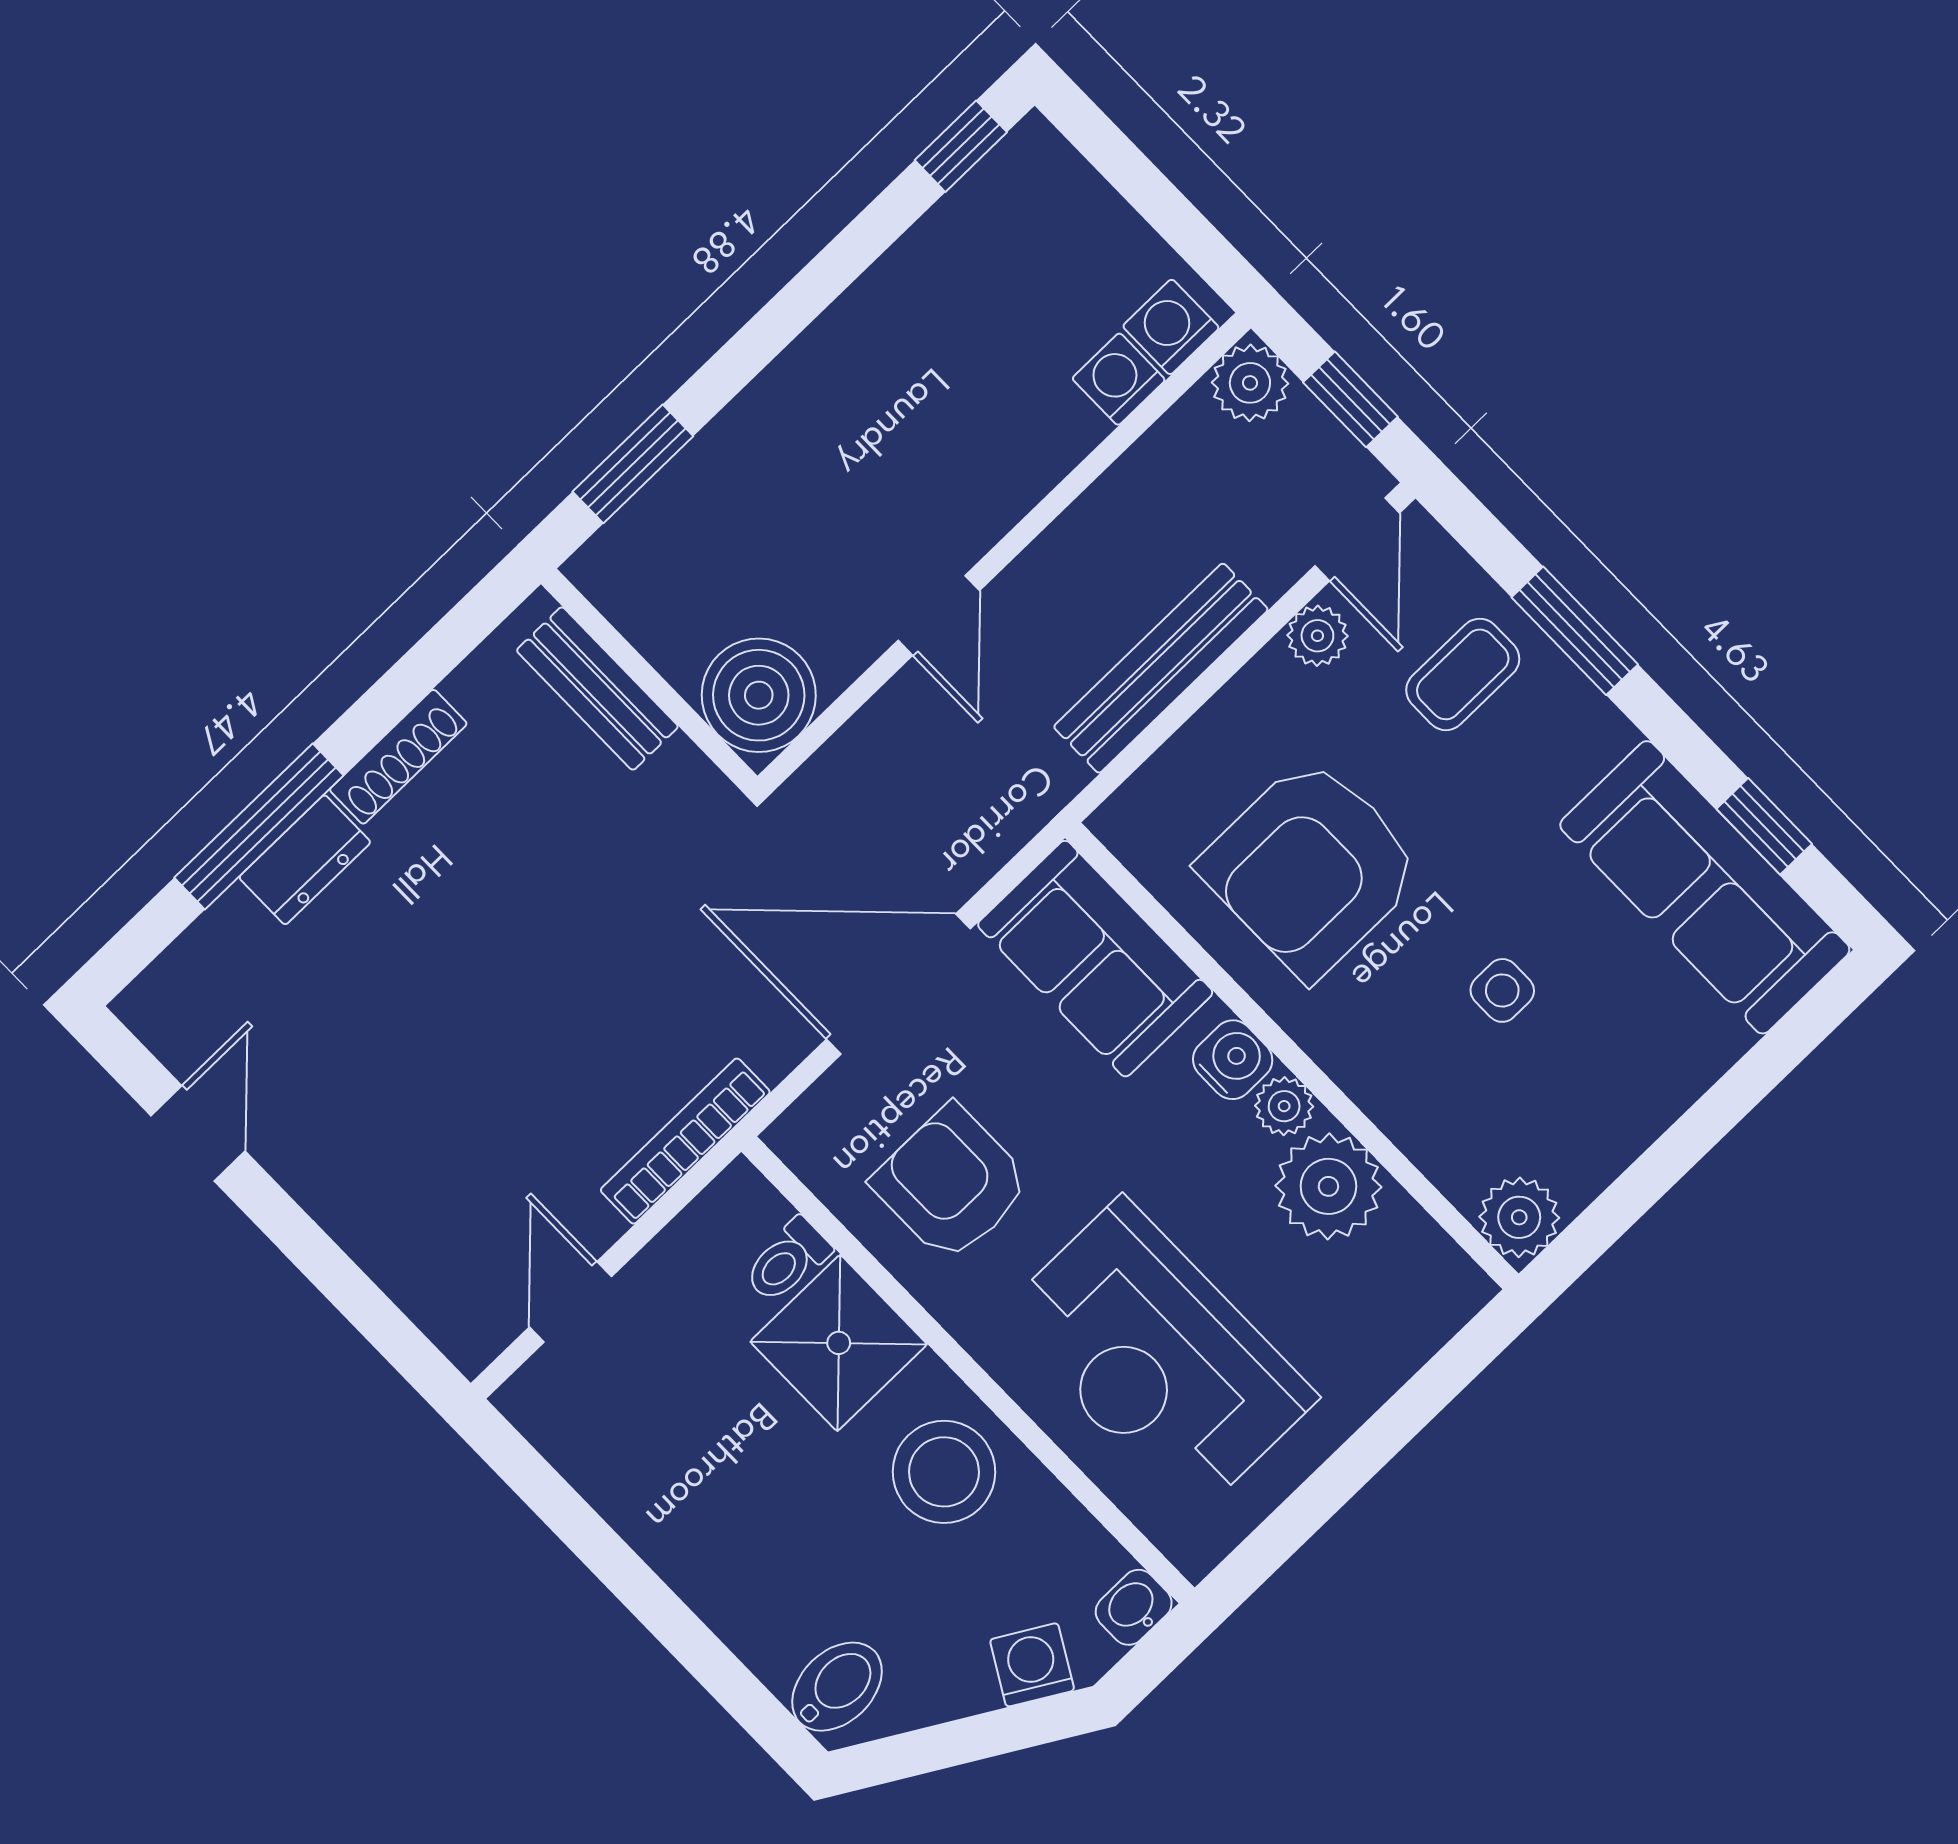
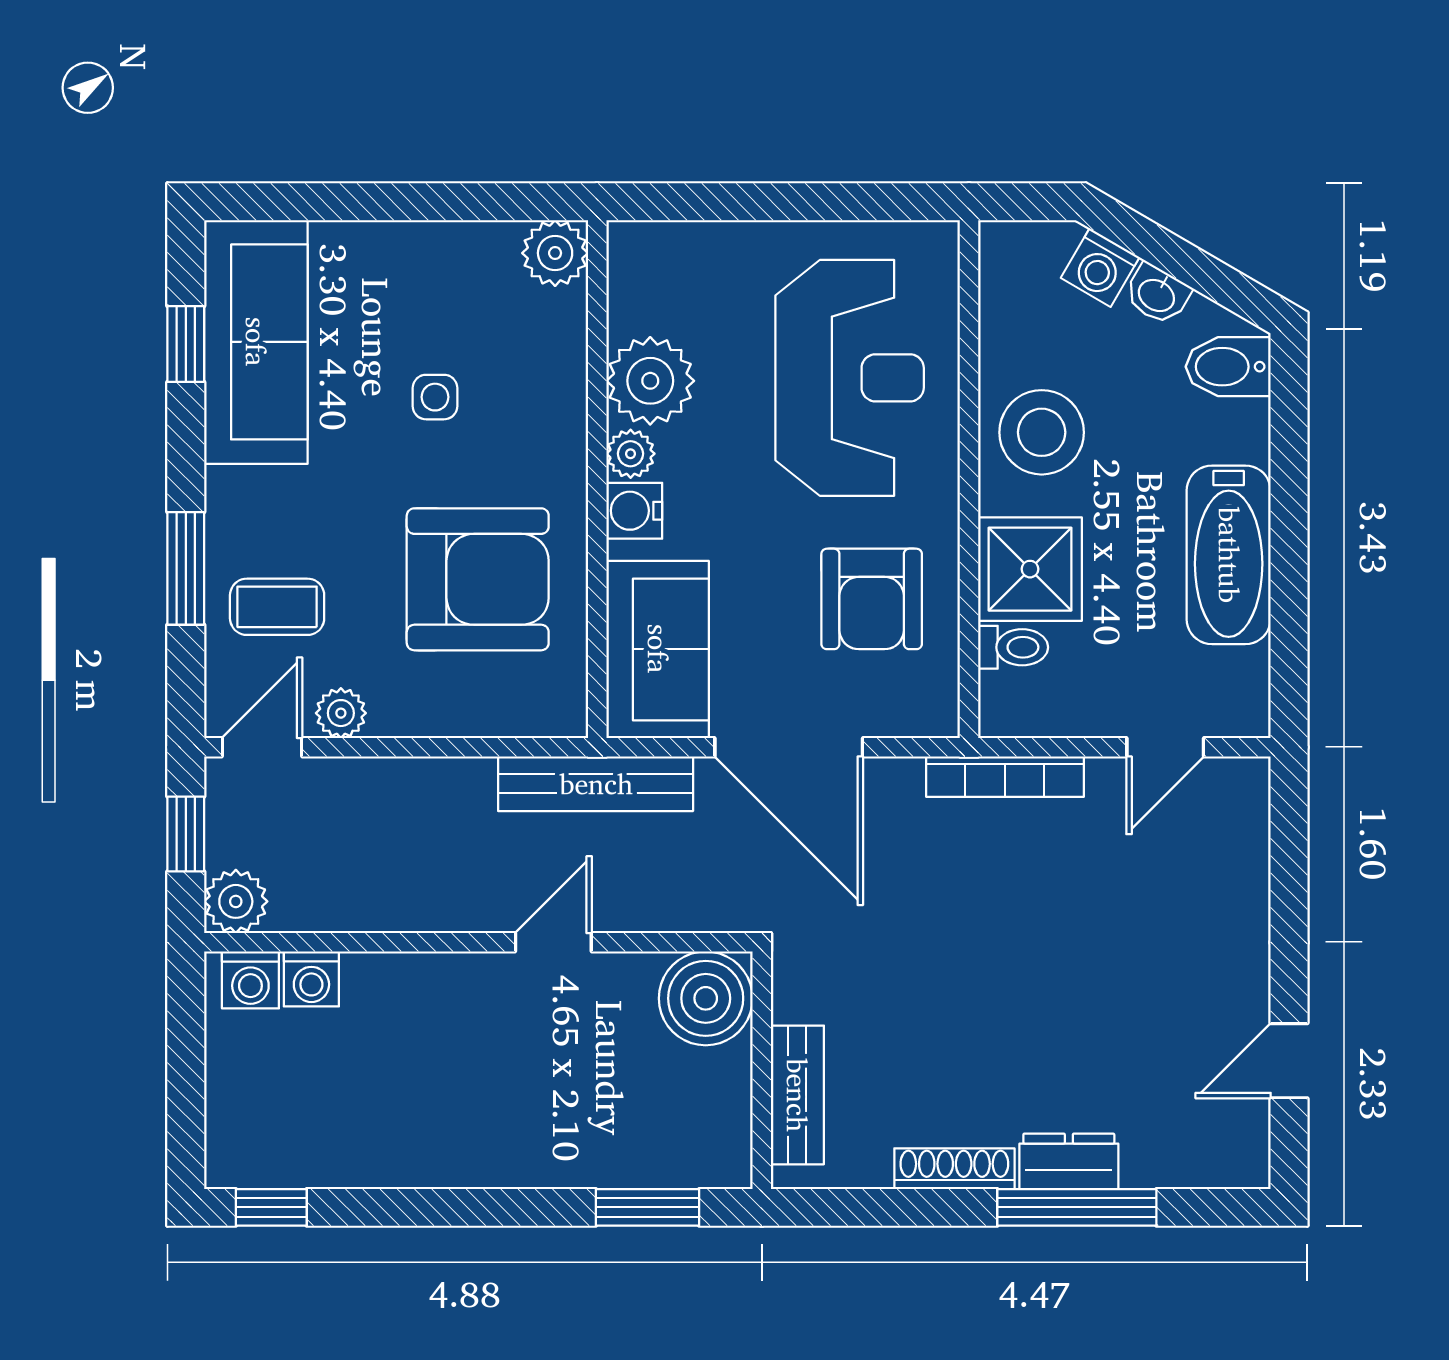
bench: (1161, 668) -> (596, 784), moved
bathtub: (678, 1523) -> (1229, 555), added
washbasin: (1134, 1607) -> (1157, 294), moved, turned 30

